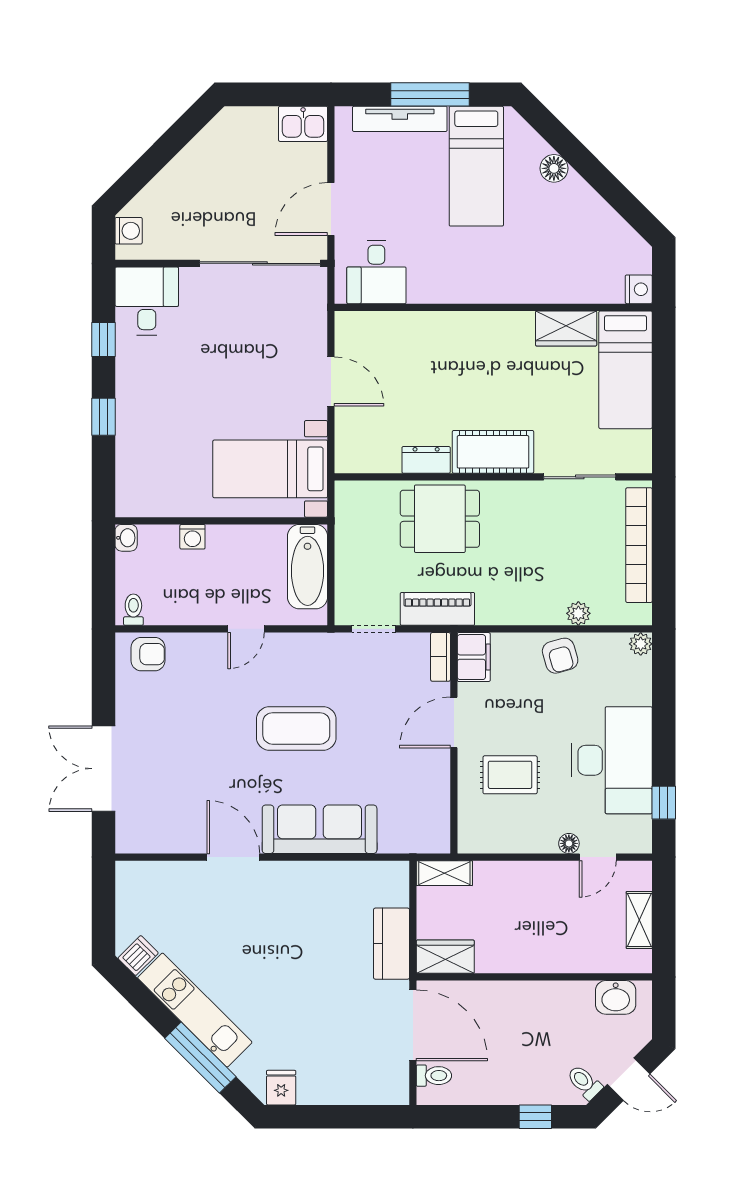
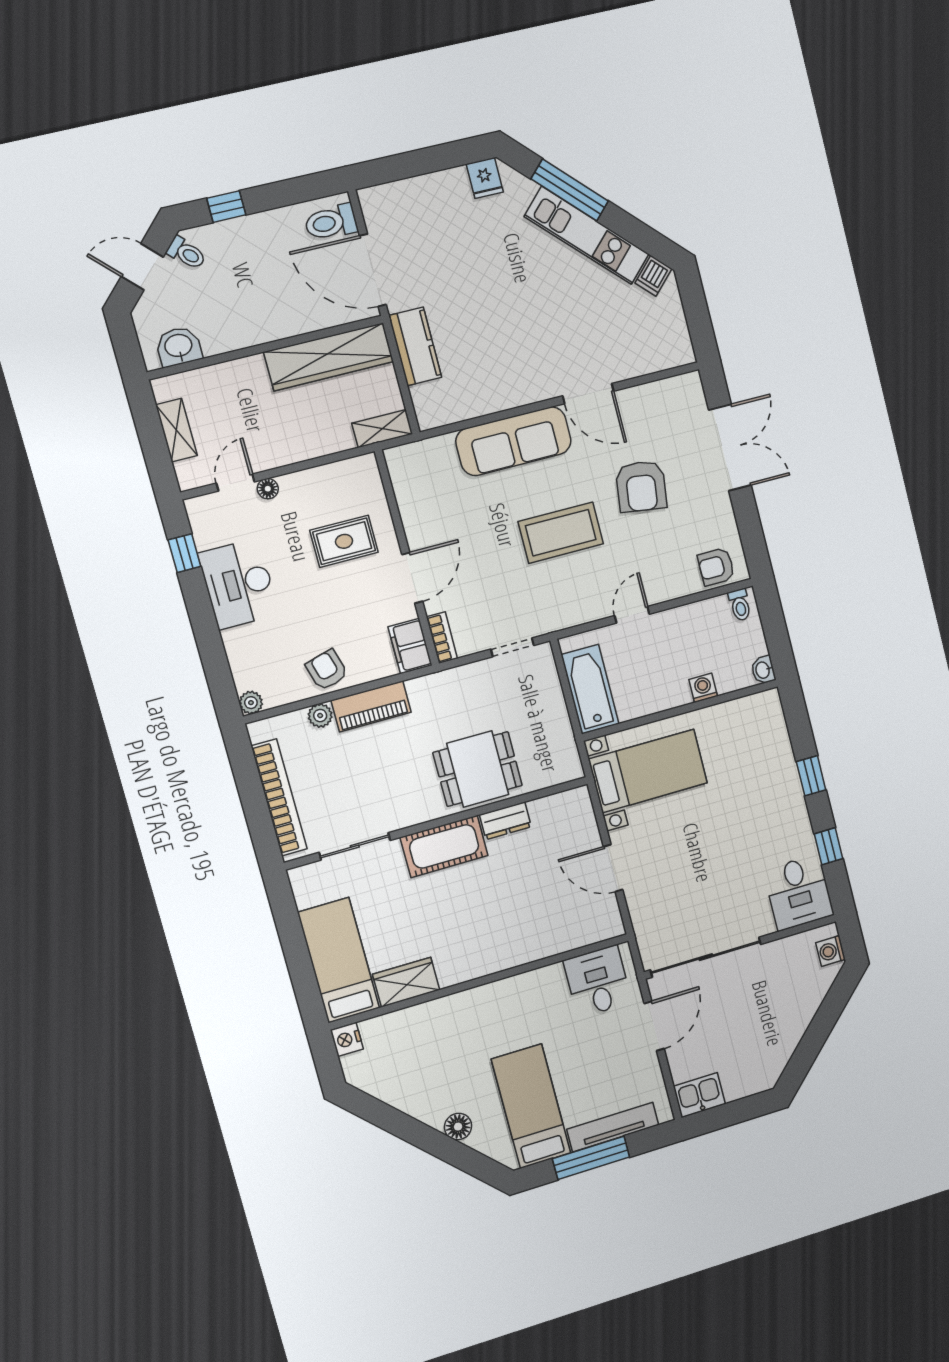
piano: (437, 609) -> (371, 706), moved
armchair: (204, 753) -> (641, 486), added
desk: (612, 760) -> (239, 584), width x0.73, depth x0.77
wardrobe: (445, 957) -> (329, 357), width x2.10, depth x1.17
toilet: (434, 1076) -> (331, 222), width x1.37, depth x1.39

